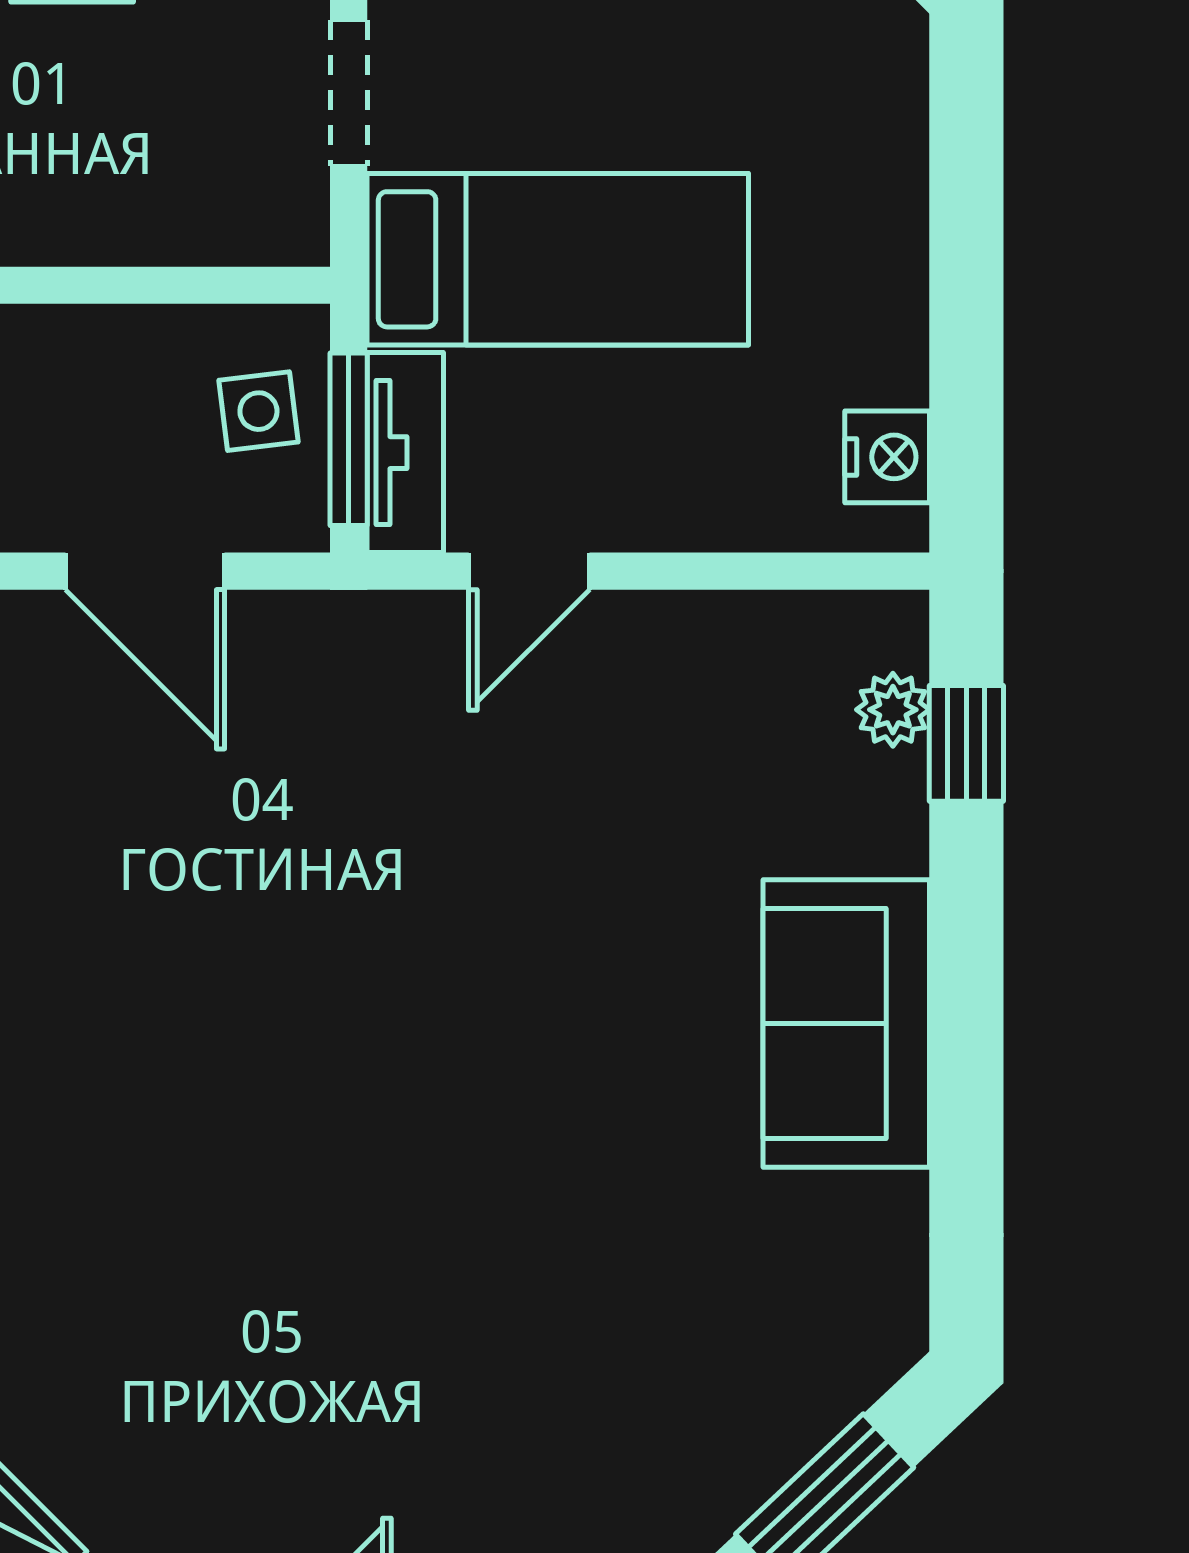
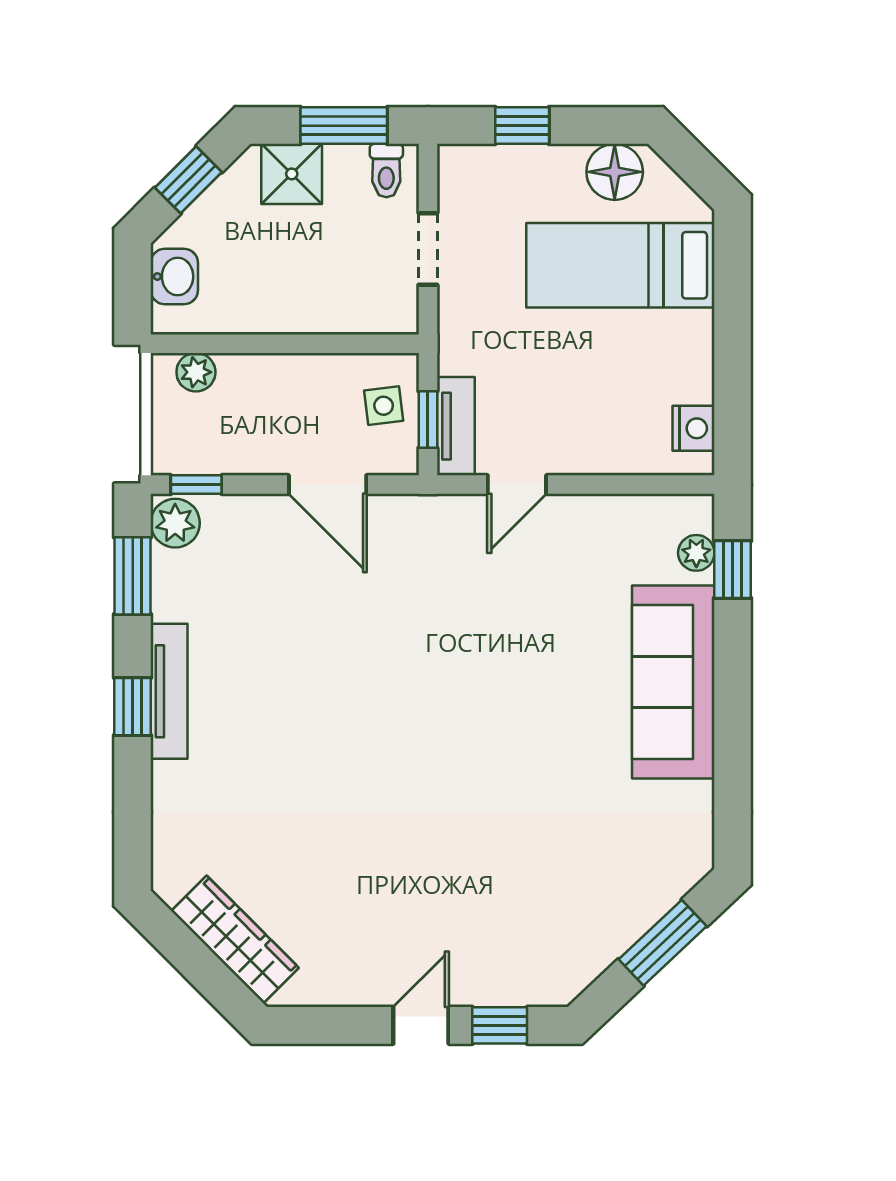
bed: (558, 259) -> (620, 265), moved, turned 180
window: (349, 439) -> (428, 420), width x0.67
sofa: (846, 1024) -> (673, 682), width x1.36

